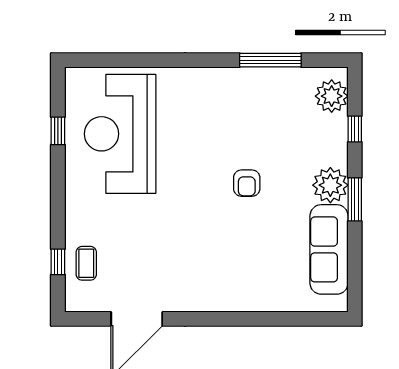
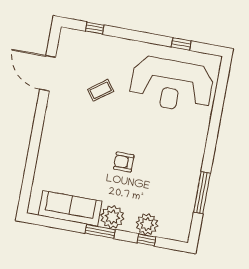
plant: (332, 96) -> (147, 224), moved
reception desk: (120, 134) -> (172, 85), turned 180
coffee table: (86, 263) -> (101, 90), moved, turned -36

